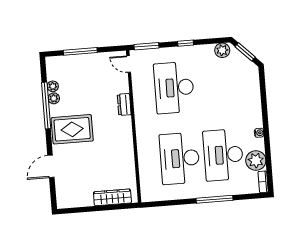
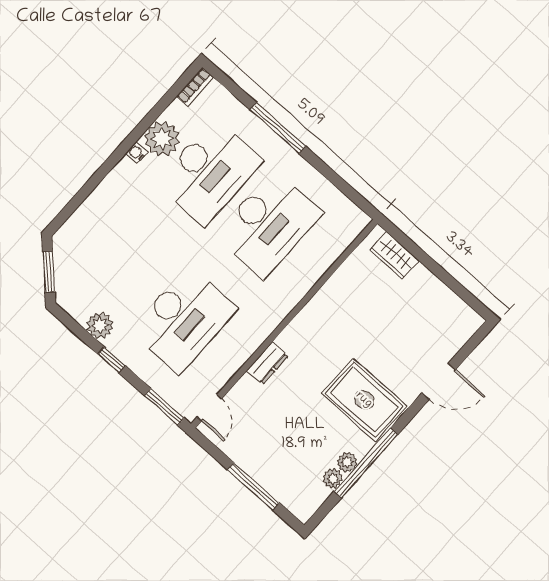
plant: (222, 50) -> (100, 325), moved
plant: (256, 161) -> (162, 139), moved
wardrobe: (112, 197) -> (394, 256), width x0.67

